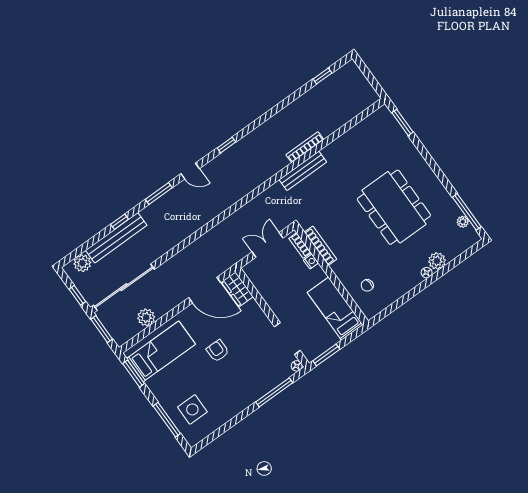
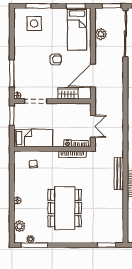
dining table: (394, 207) -> (65, 208), turned 90
plant: (437, 261) -> (20, 226), moved
wardrobe: (237, 289) -> (68, 93), moved

